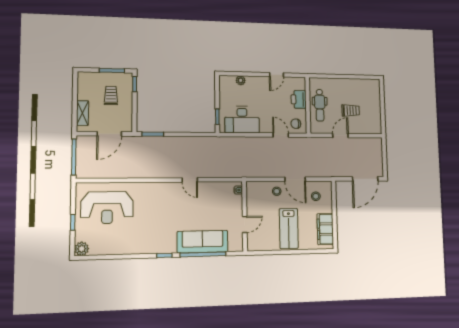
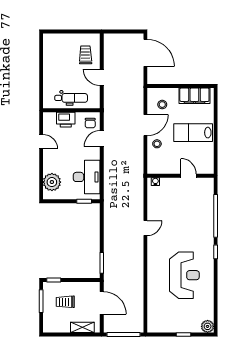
plant: (241, 80) -> (52, 182), width x1.87, depth x1.87
trolley: (351, 110) -> (85, 55), moved
reception desk: (107, 208) -> (184, 275), moved
lab bench: (289, 228) -> (193, 133), turned 180
sofa: (203, 242) -> (204, 216), removed

